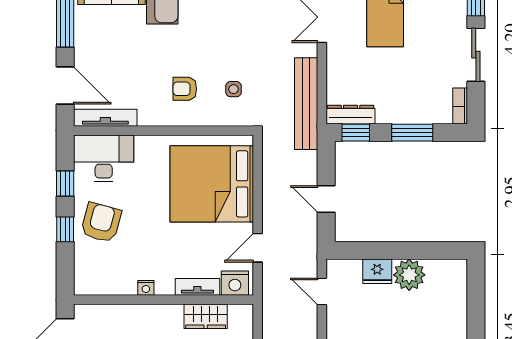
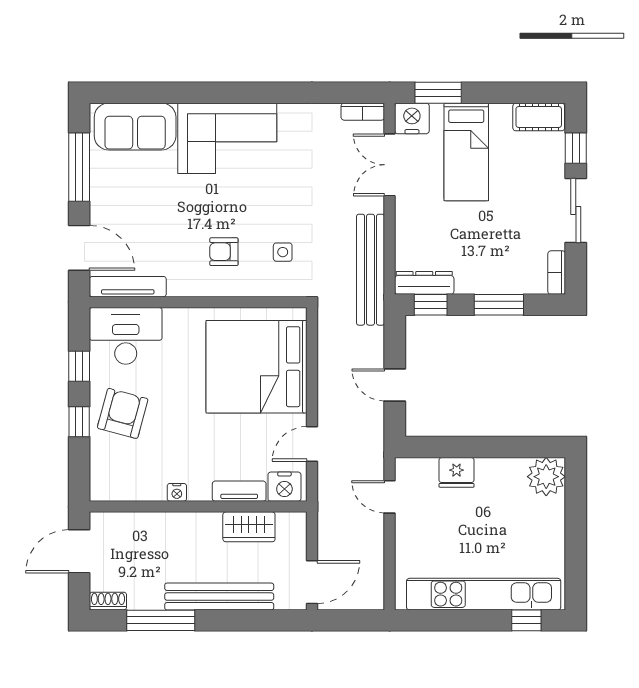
plant: (409, 275) -> (546, 477), moved

